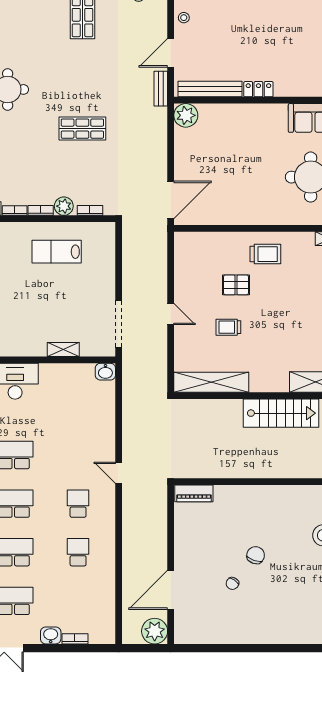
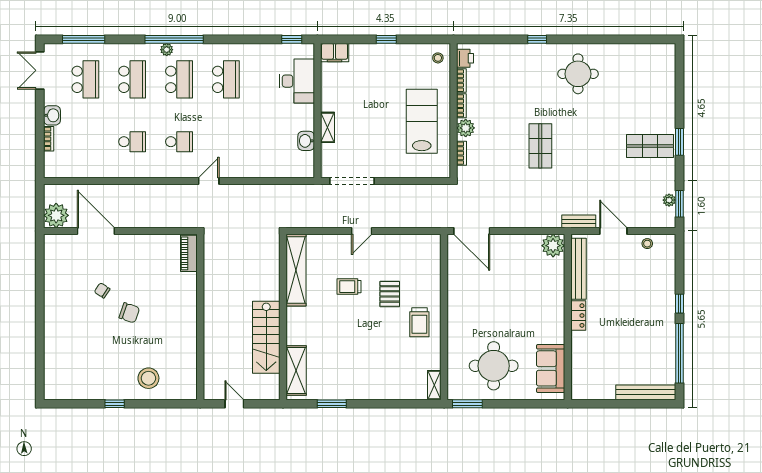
lab bench: (57, 252) -> (422, 121), width x1.36, depth x1.39
trolley: (228, 327) -> (349, 287), turned -90
washbasin: (105, 372) -> (306, 141), moved

